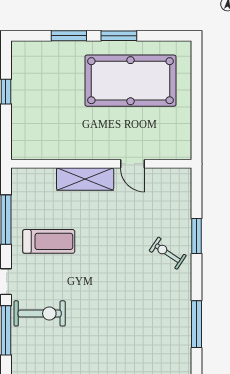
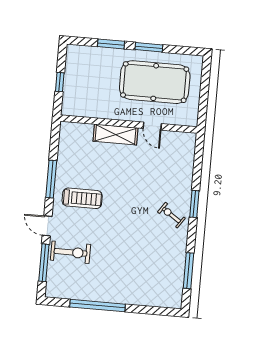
wall: (101, 164) -> (129, 124), moved
door: (132, 164) -> (152, 126), moved
shelving: (85, 179) -> (115, 135), moved

